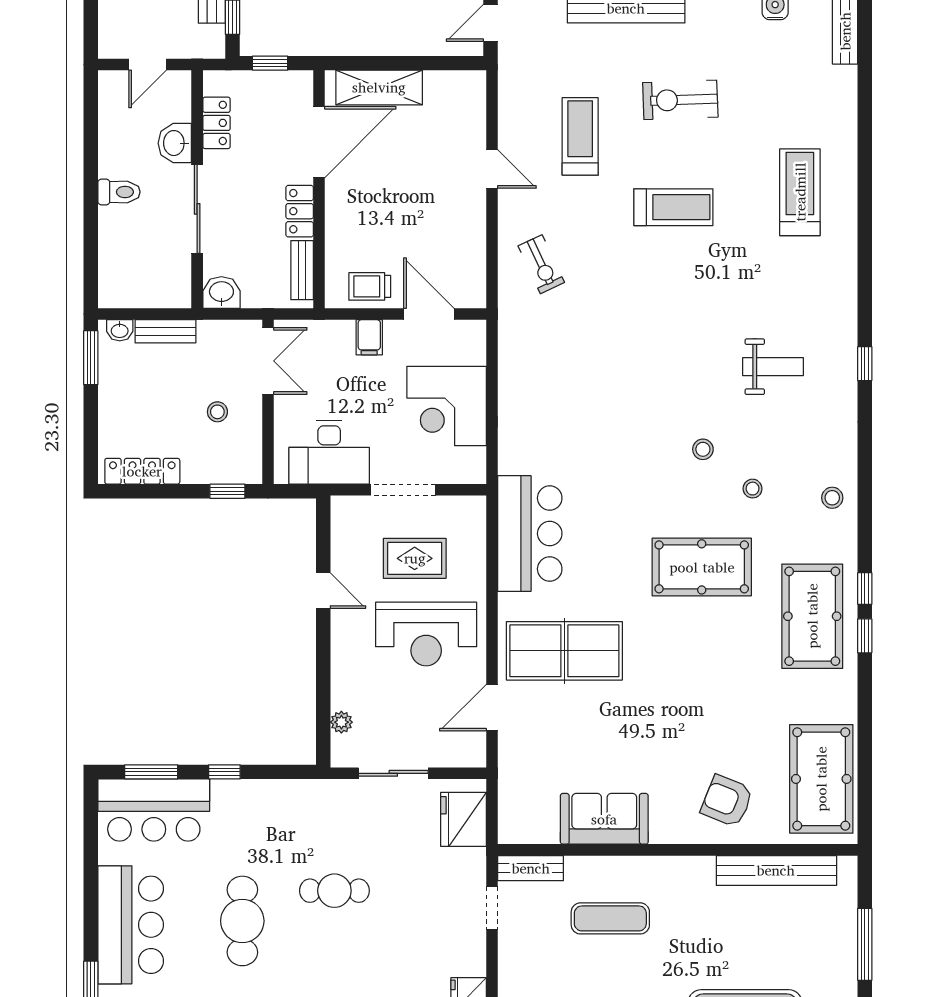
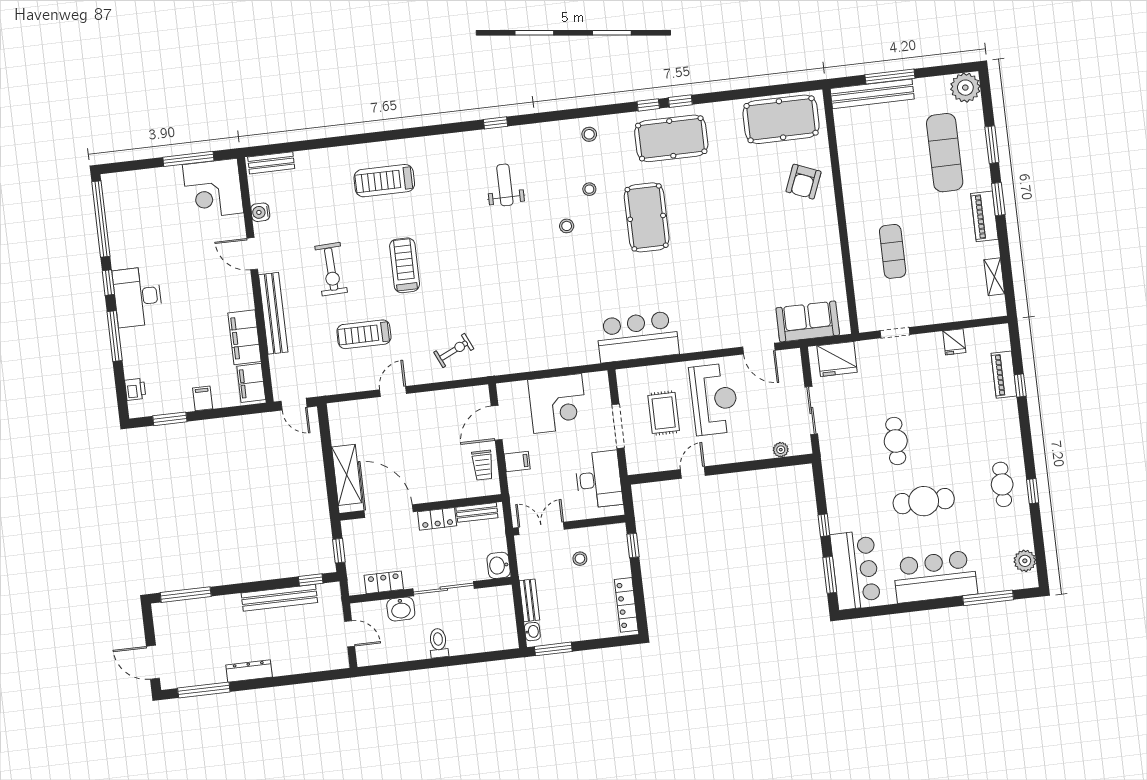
table tennis table: (564, 651) -> (715, 304), removed
sofa: (604, 819) -> (808, 321), moved, turned 90
bench: (531, 868) -> (865, 310), removed
bench: (776, 870) -> (872, 94), moved, turned 90

